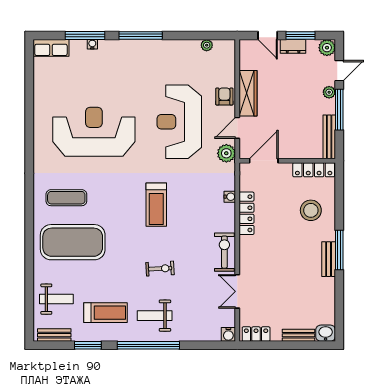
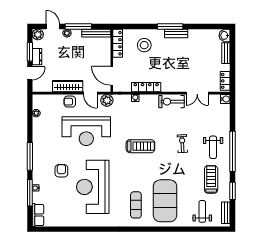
armchair: (119, 84) -> (61, 171), added

